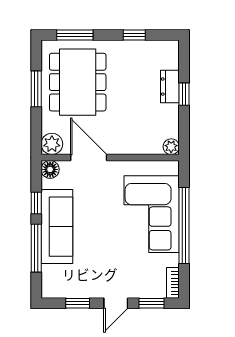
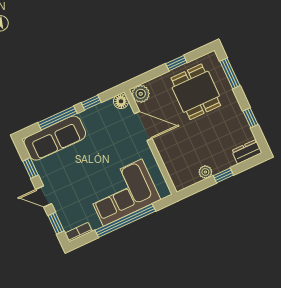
dining table: (78, 82) -> (196, 92), width x0.73
dresser: (170, 87) -> (247, 152), moved
window: (36, 89) -> (176, 63), width x0.67
plant: (171, 147) -> (205, 172), moved
door: (89, 158) -> (143, 126), hinge flipped
sofa: (57, 227) -> (55, 138), moved

